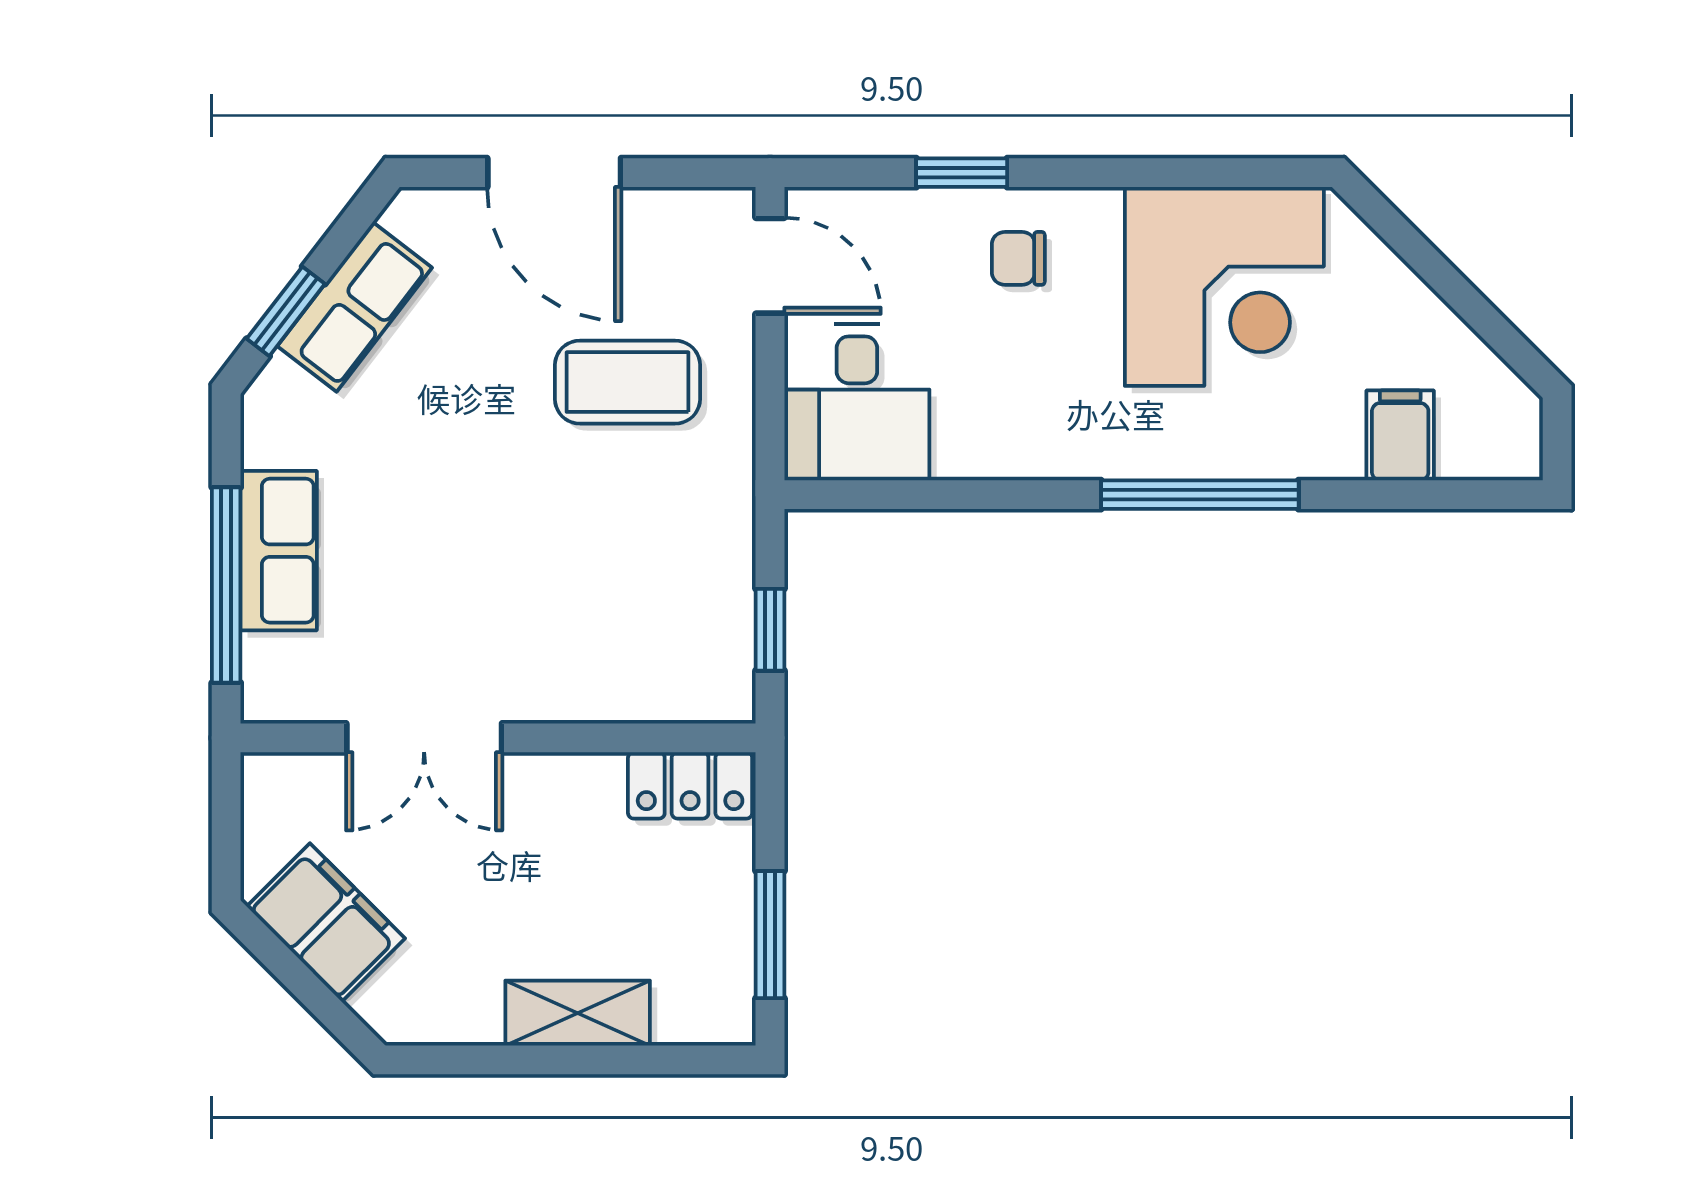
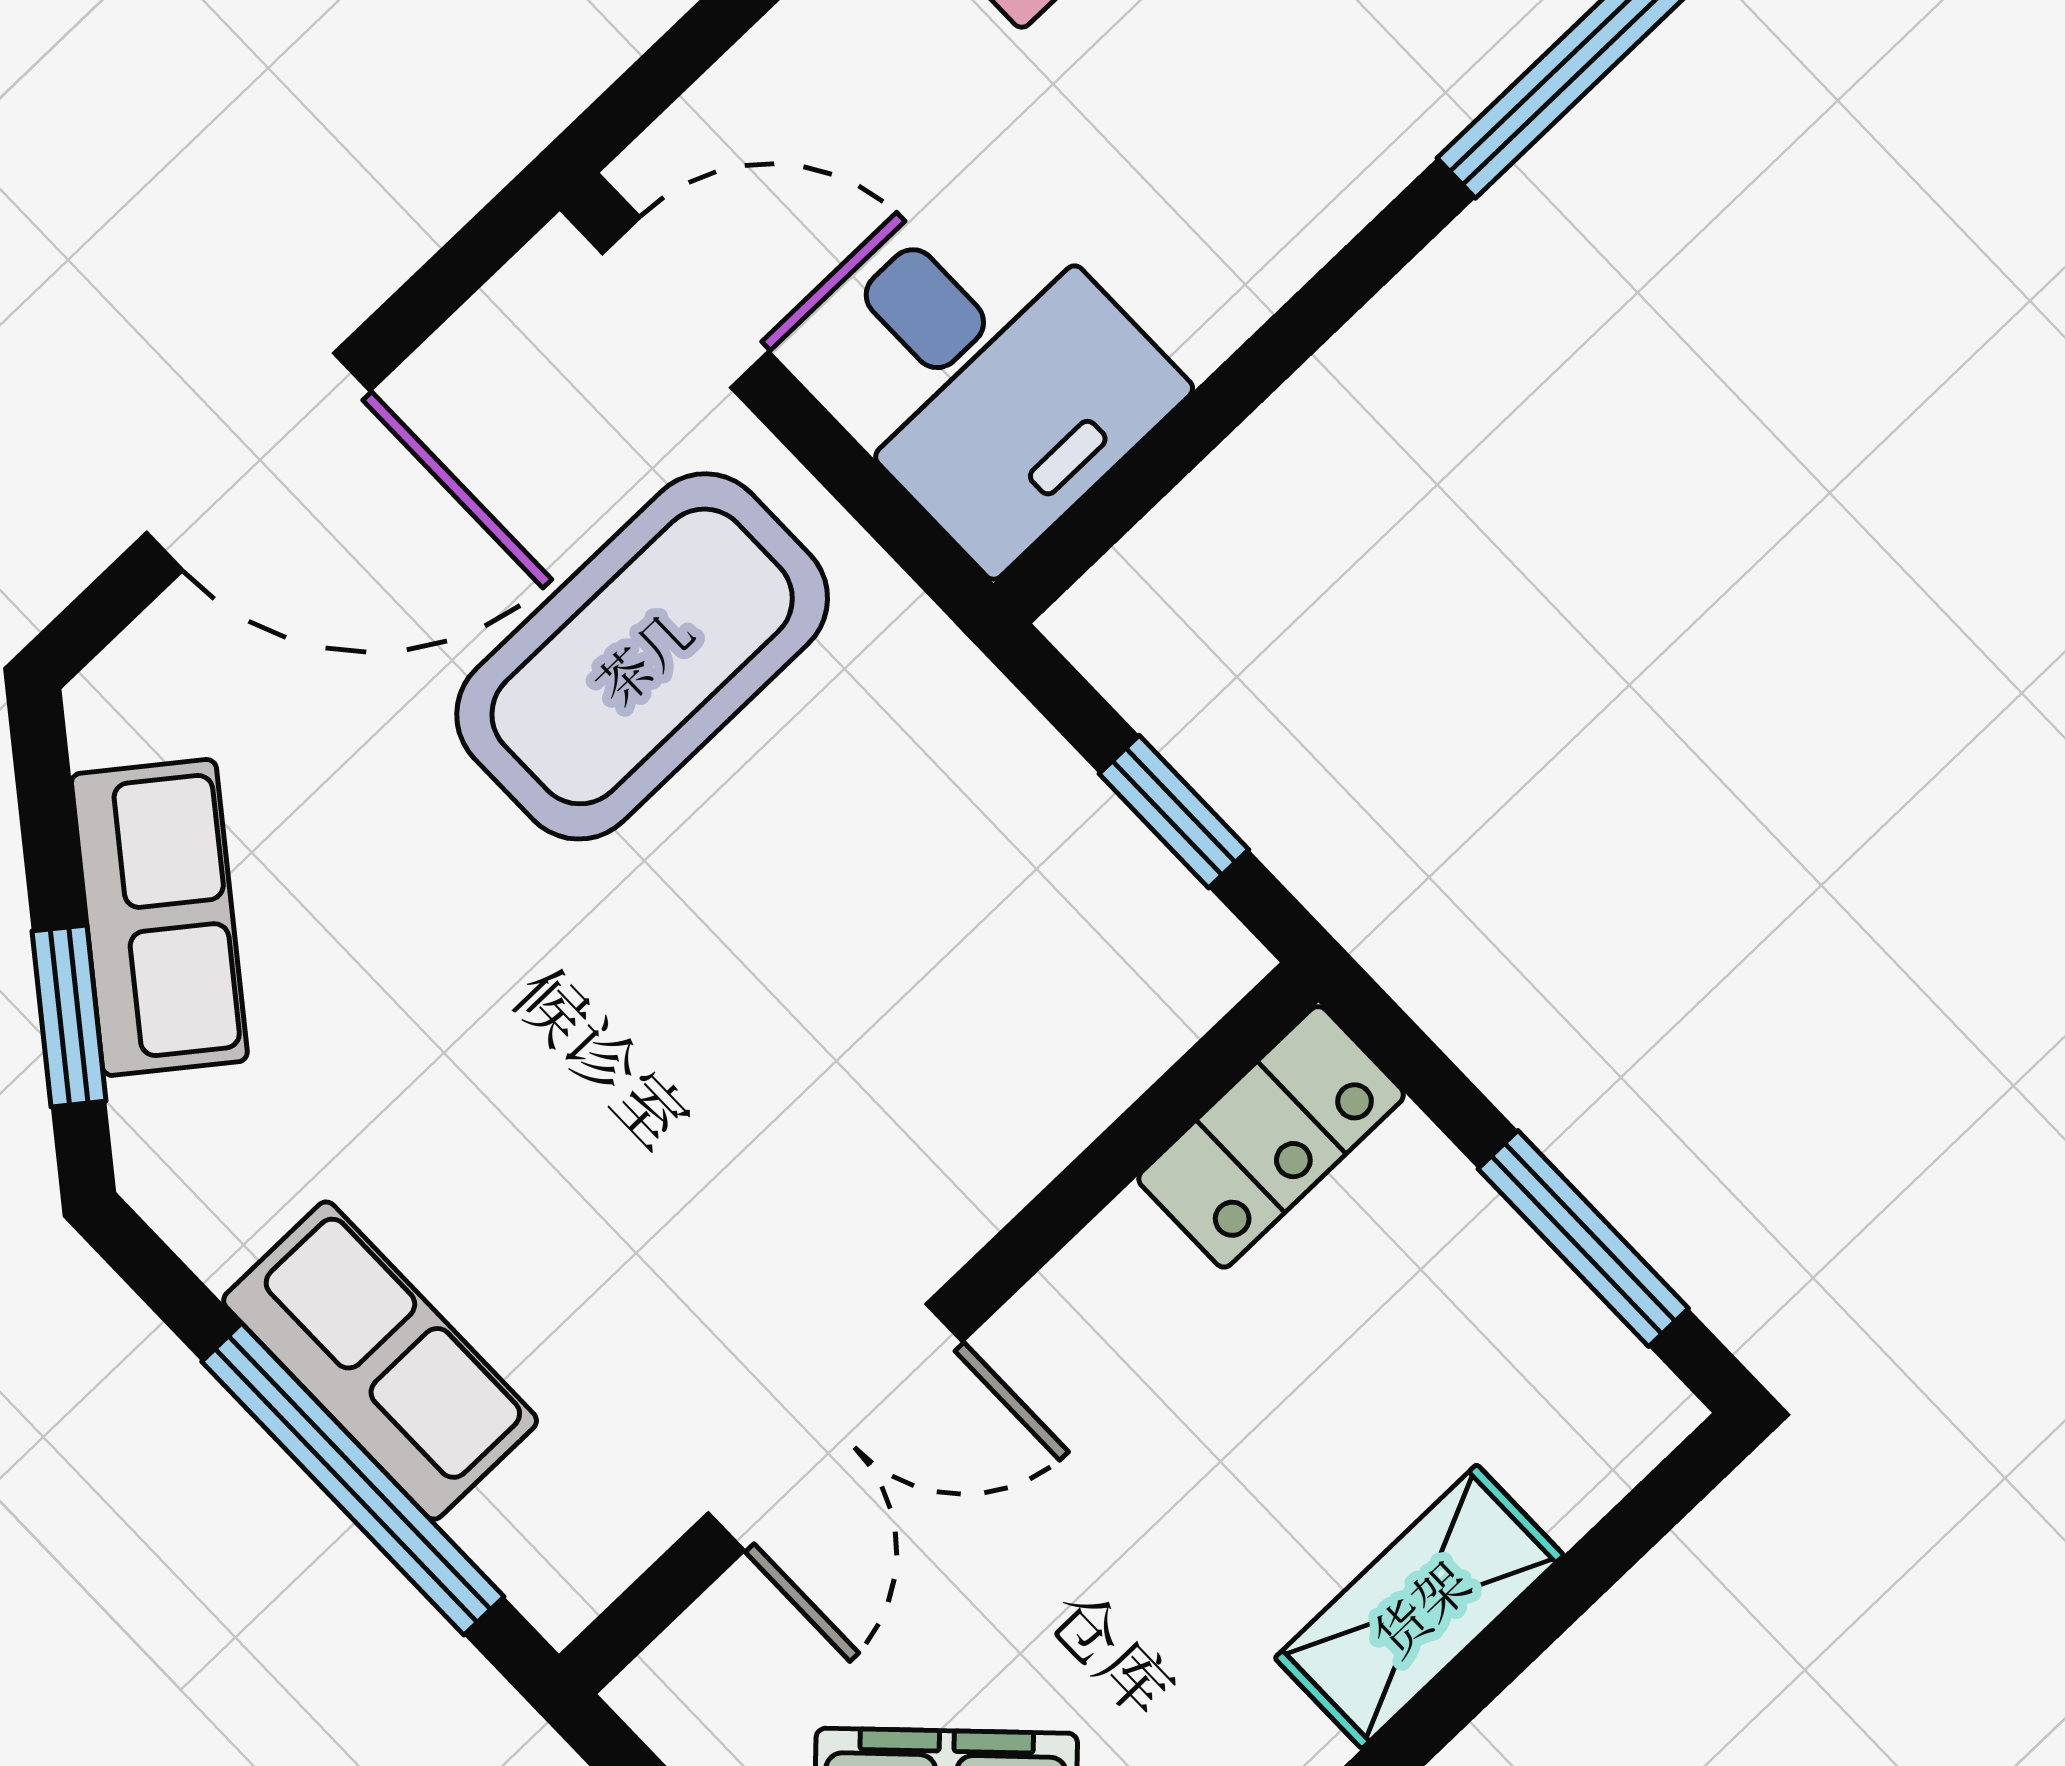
coffee table: (627, 382) -> (642, 656), width x1.36, depth x1.32

